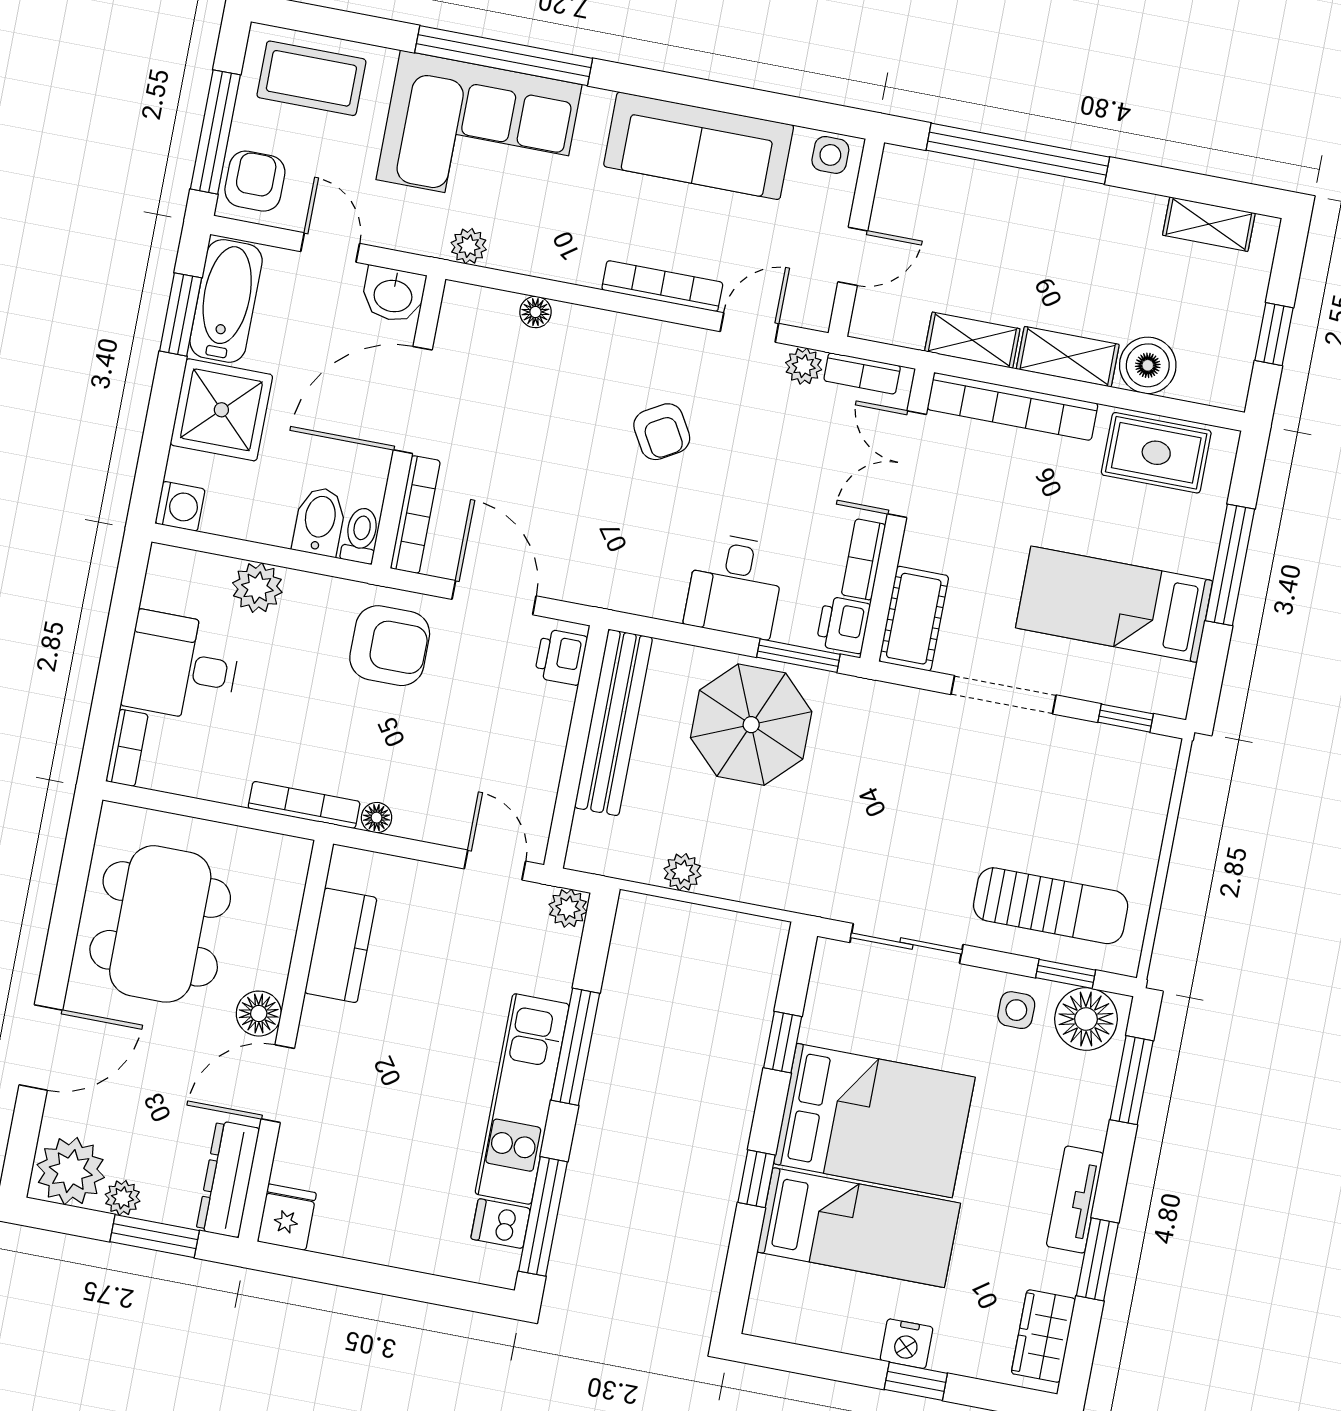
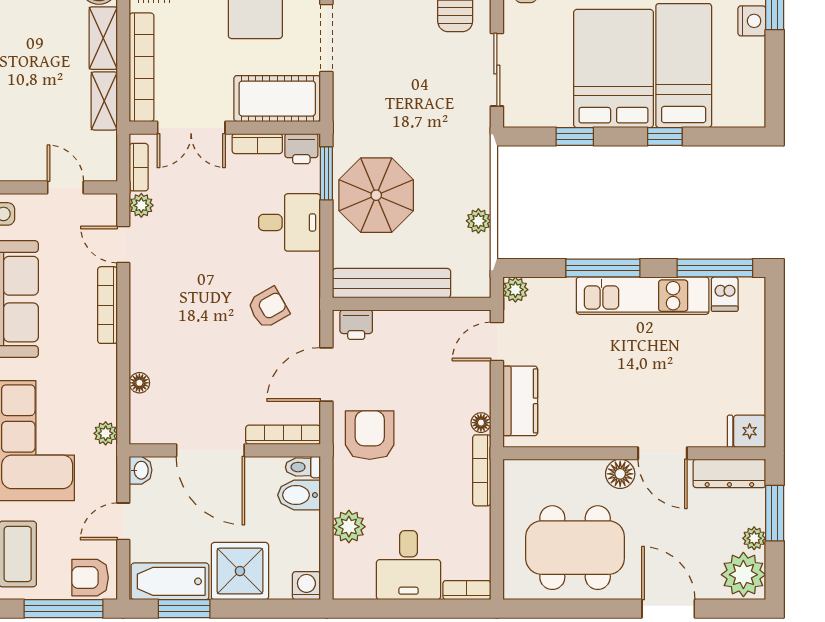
washbasin: (393, 295) -> (141, 470), width x0.72, depth x0.69
armchair: (662, 432) -> (268, 308), moved
cot: (914, 619) -> (277, 99), width x1.37, depth x1.34
kitchen counter: (341, 945) -> (520, 401), moved, turned 90

